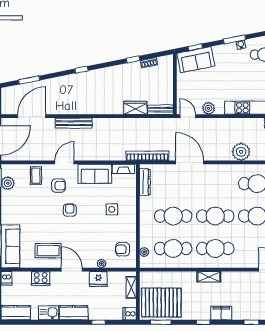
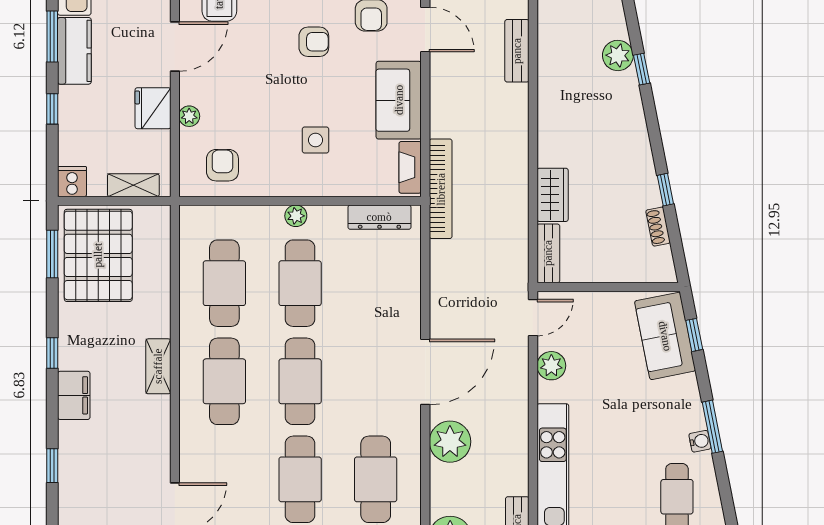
plant: (76, 80) -> (618, 55), added
bench: (74, 123) -> (517, 51), width x0.73
bookcase: (147, 156) -> (441, 189), moved
door: (190, 162) -> (425, 372), moved
plant: (144, 252) -> (296, 216), moved
window: (67, 322) -> (52, 36), added

